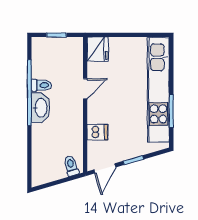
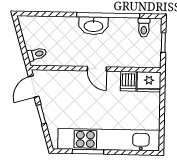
toilet: (41, 85) -> (144, 28), moved
door: (85, 89) -> (97, 69), moved
dishwasher: (97, 132) -> (128, 81), moved
door: (105, 168) -> (34, 86), hinge flipped

